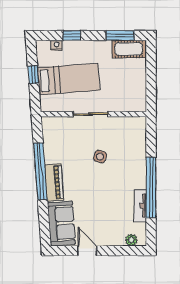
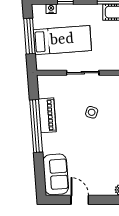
window: (33, 75) -> (29, 36), width x2.17
piano: (54, 183) -> (47, 115), moved

